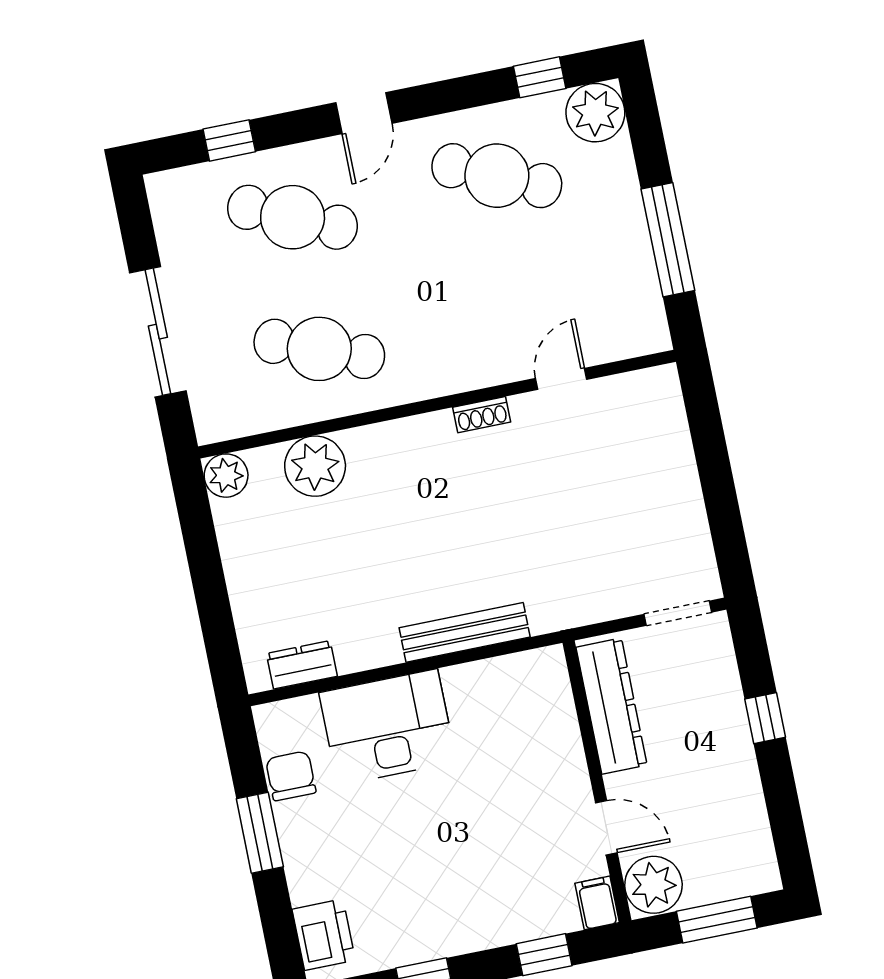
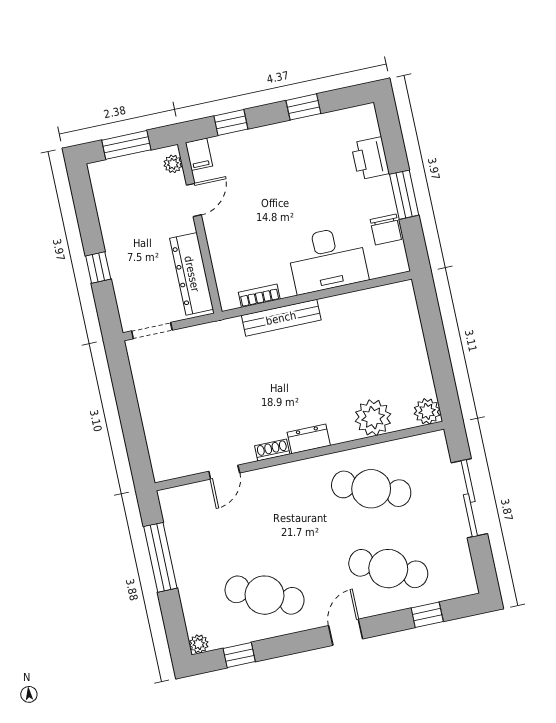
plant: (595, 113) -> (199, 644), width x0.53, depth x0.53
dresser: (302, 665) -> (309, 439), moved, turned 180
bookcase: (500, 669) -> (259, 296), added
door: (606, 828) -> (194, 200), swing flipped
plant: (653, 885) -> (173, 164), width x0.53, depth x0.53
printer: (324, 935) -> (370, 158), moved

